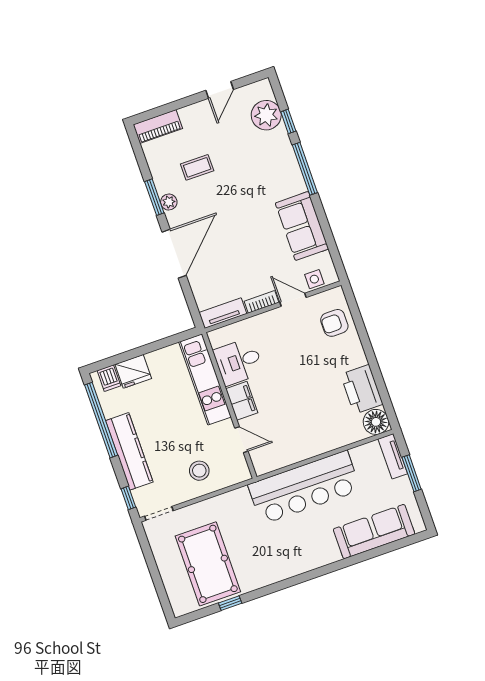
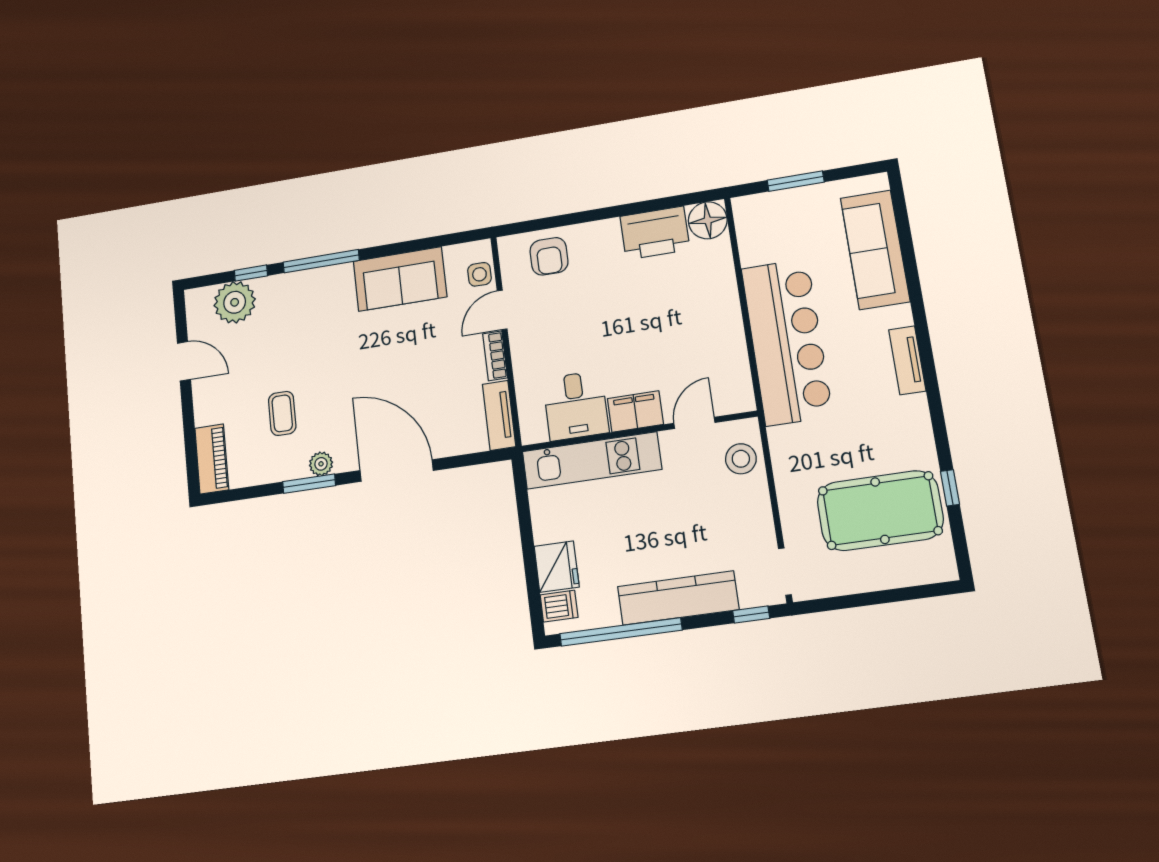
tv unit: (393, 456) -> (907, 360), moved, turned 90
stool: (199, 471) -> (741, 459), moved

